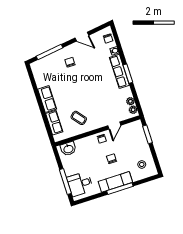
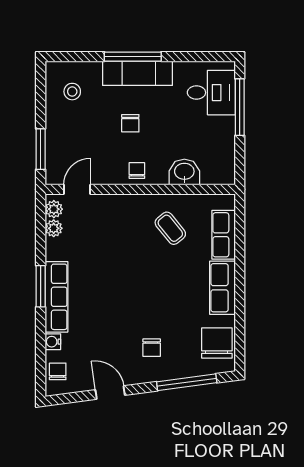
chair: (42, 74) -> (217, 343), added
door: (114, 125) -> (77, 189), moved
washbasin: (68, 149) -> (184, 172), moved

